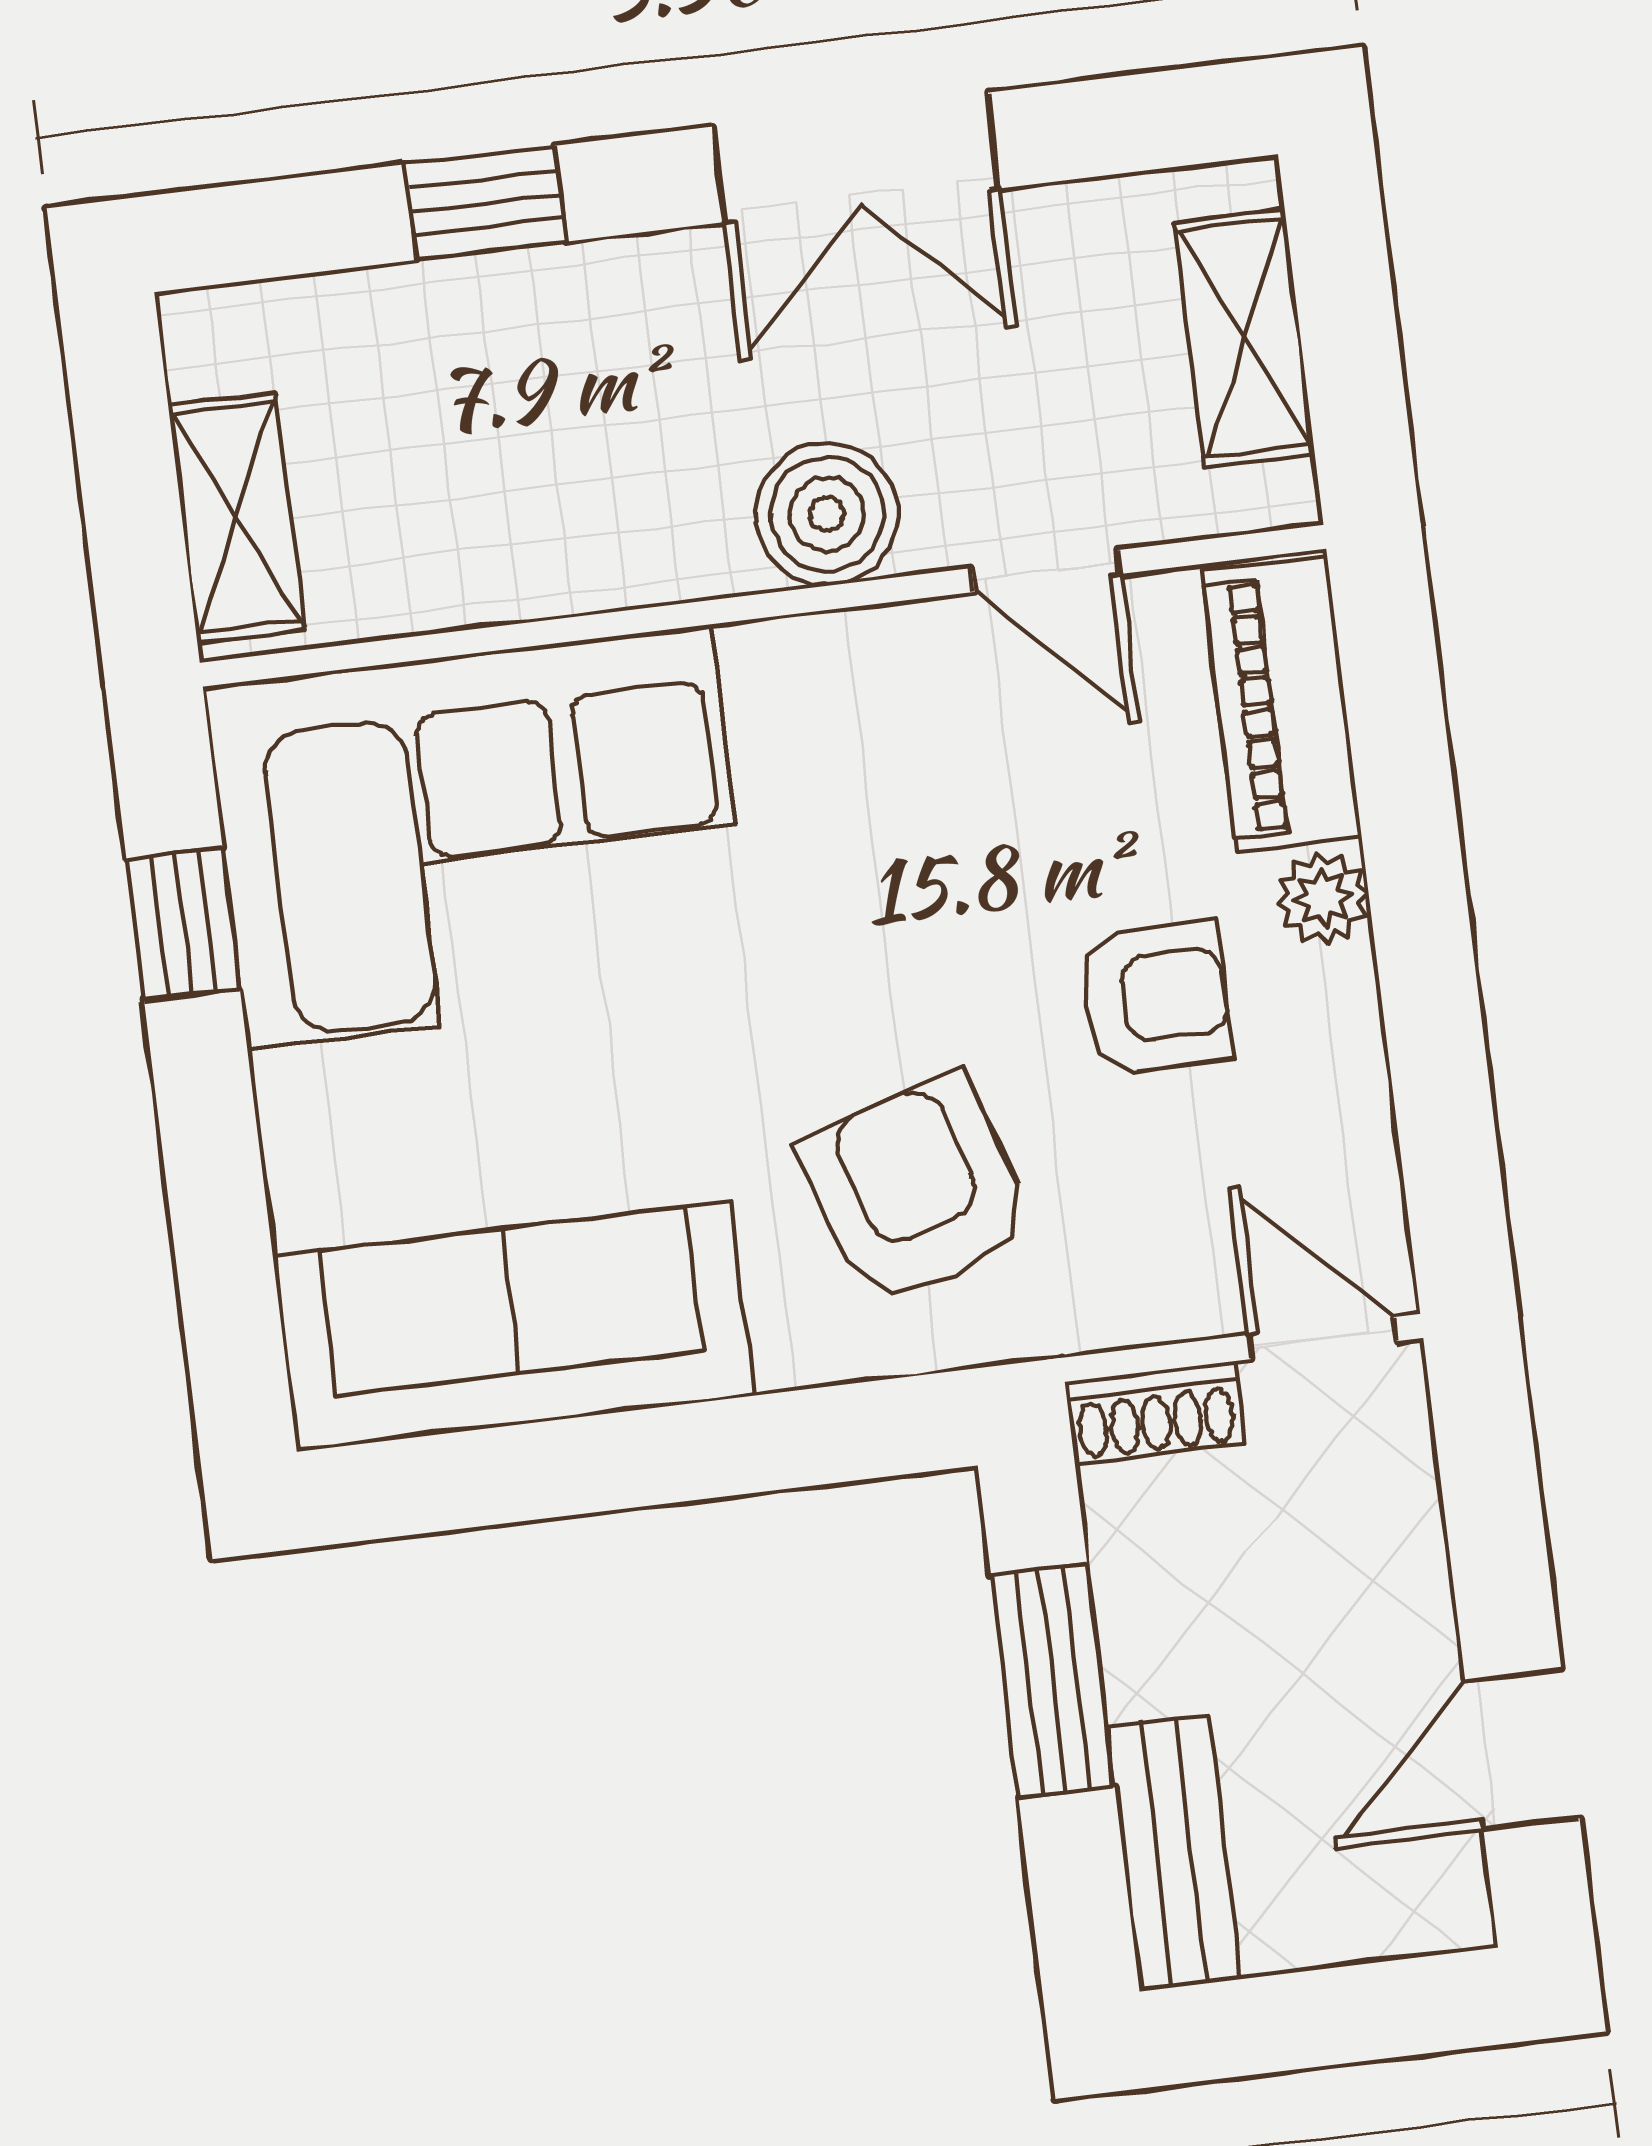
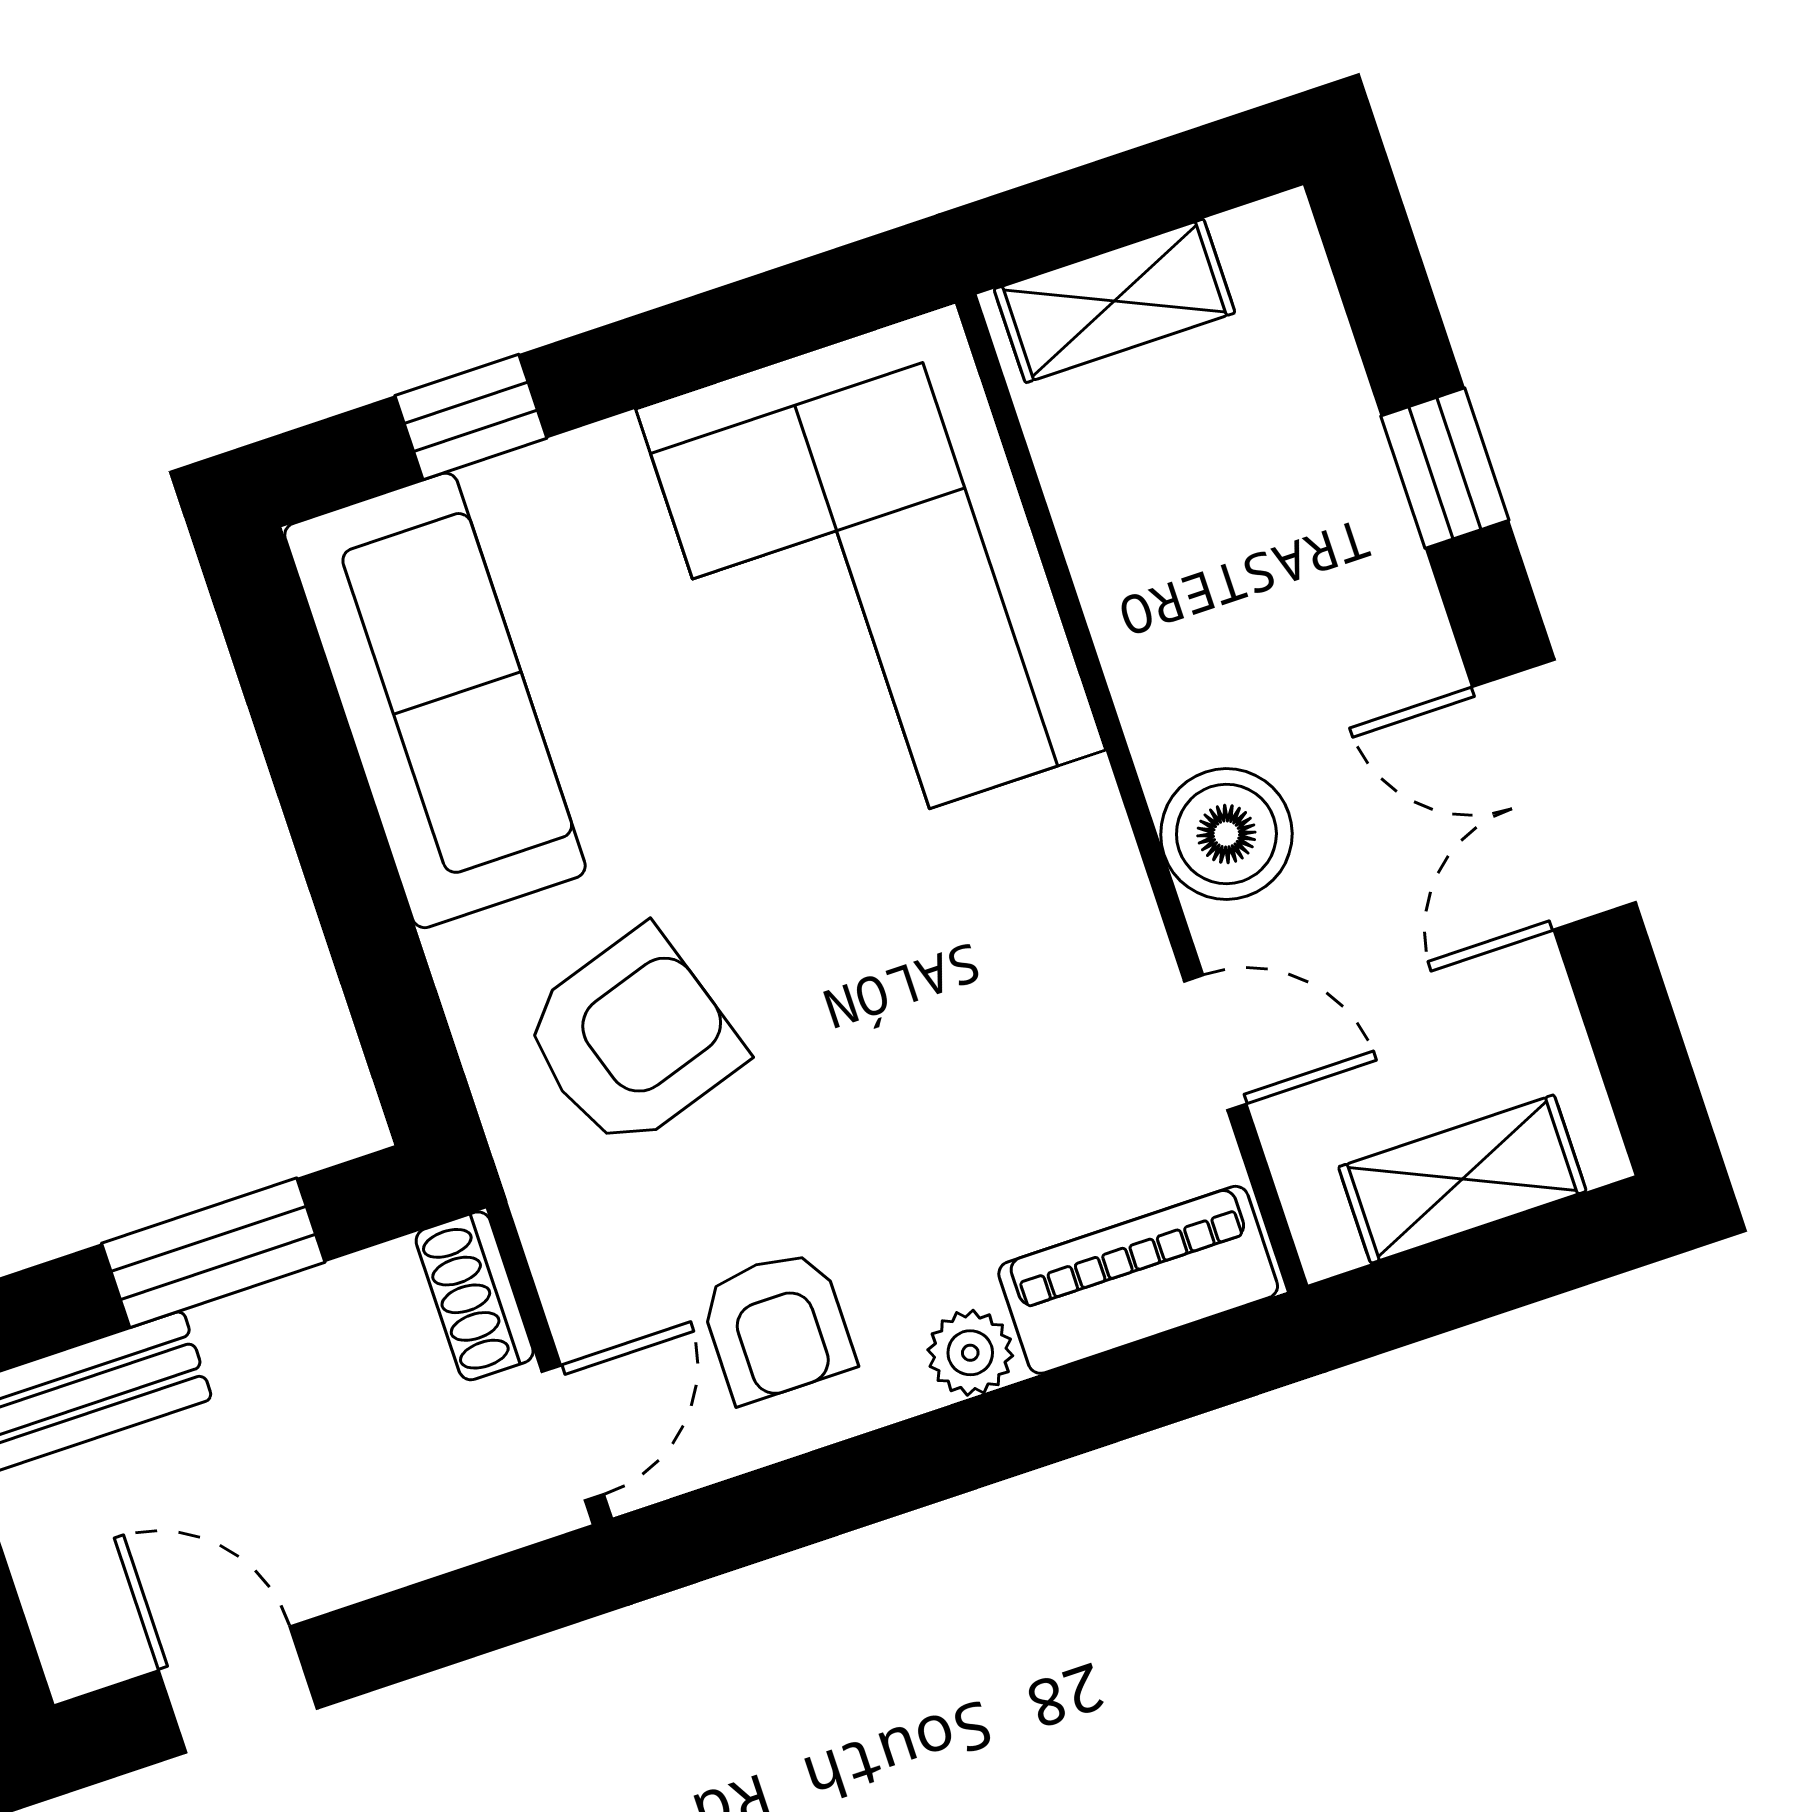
door: (1046, 571) -> (1215, 1043), swing flipped
window: (183, 924) -> (471, 417), moved
armchair: (1155, 997) -> (777, 1326), moved

